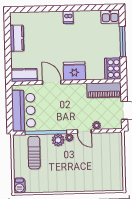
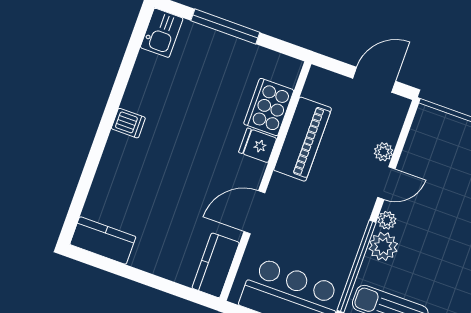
kitchen counter: (17, 38) -> (103, 240), moved
cooker: (113, 69) -> (269, 107), moved, turned 90
fridge: (74, 71) -> (258, 145), width x0.53, depth x0.75
piano: (104, 90) -> (303, 139), moved

